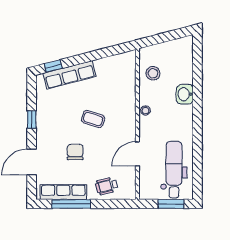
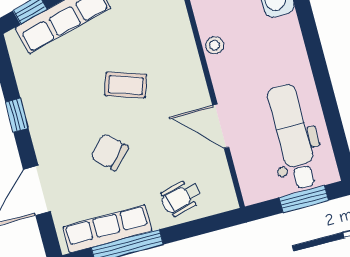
chair: (75, 152) -> (109, 152), turned -47
door: (137, 154) -> (221, 126), hinge flipped

